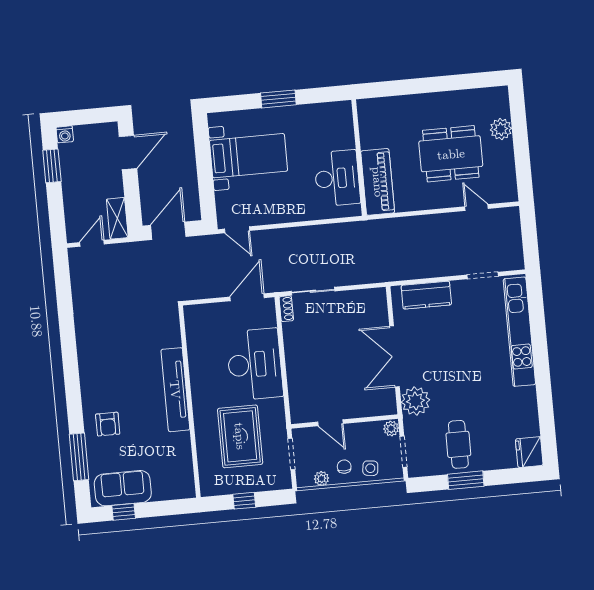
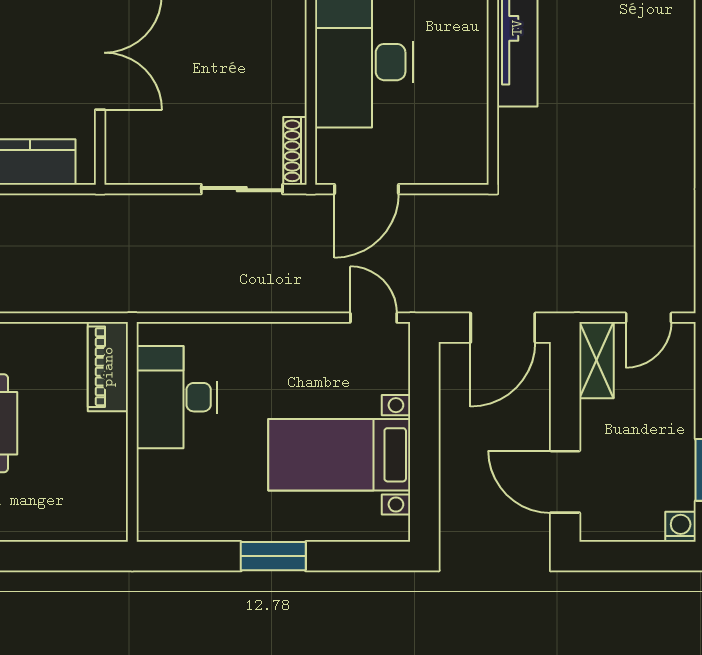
door: (128, 152) -> (565, 482), hinge flipped
piano: (378, 182) -> (108, 367), width x0.73, depth x0.75
shoe rack: (286, 309) -> (295, 151), width x1.43

